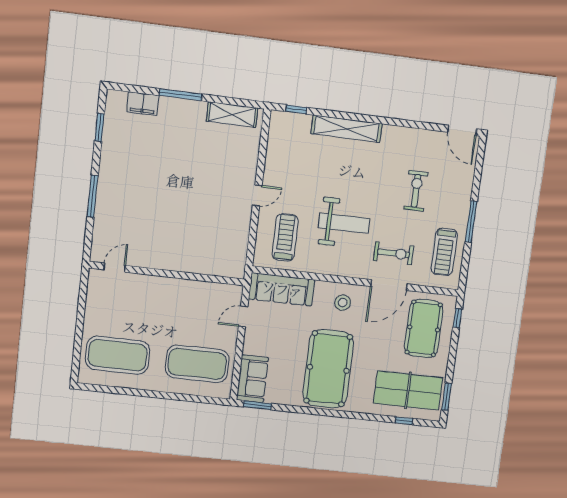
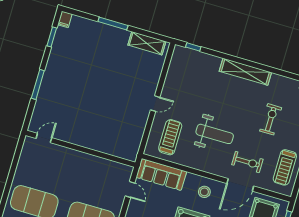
filing cabinet: (143, 104) -> (65, 19), moved, width x0.50
shelving: (347, 129) -> (245, 72), moved
door: (243, 316) -> (130, 189), swing flipped

